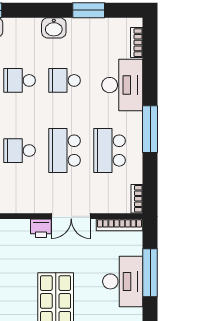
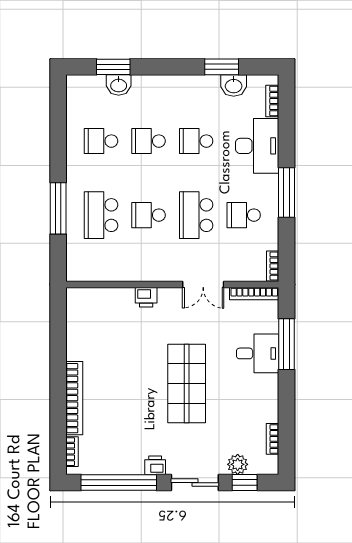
washbasin: (54, 28) -> (234, 85), moved
school desk: (109, 151) -> (244, 215), width x0.54
printer: (41, 228) -> (146, 297), moved
desk: (123, 281) -> (258, 353), width x0.73

